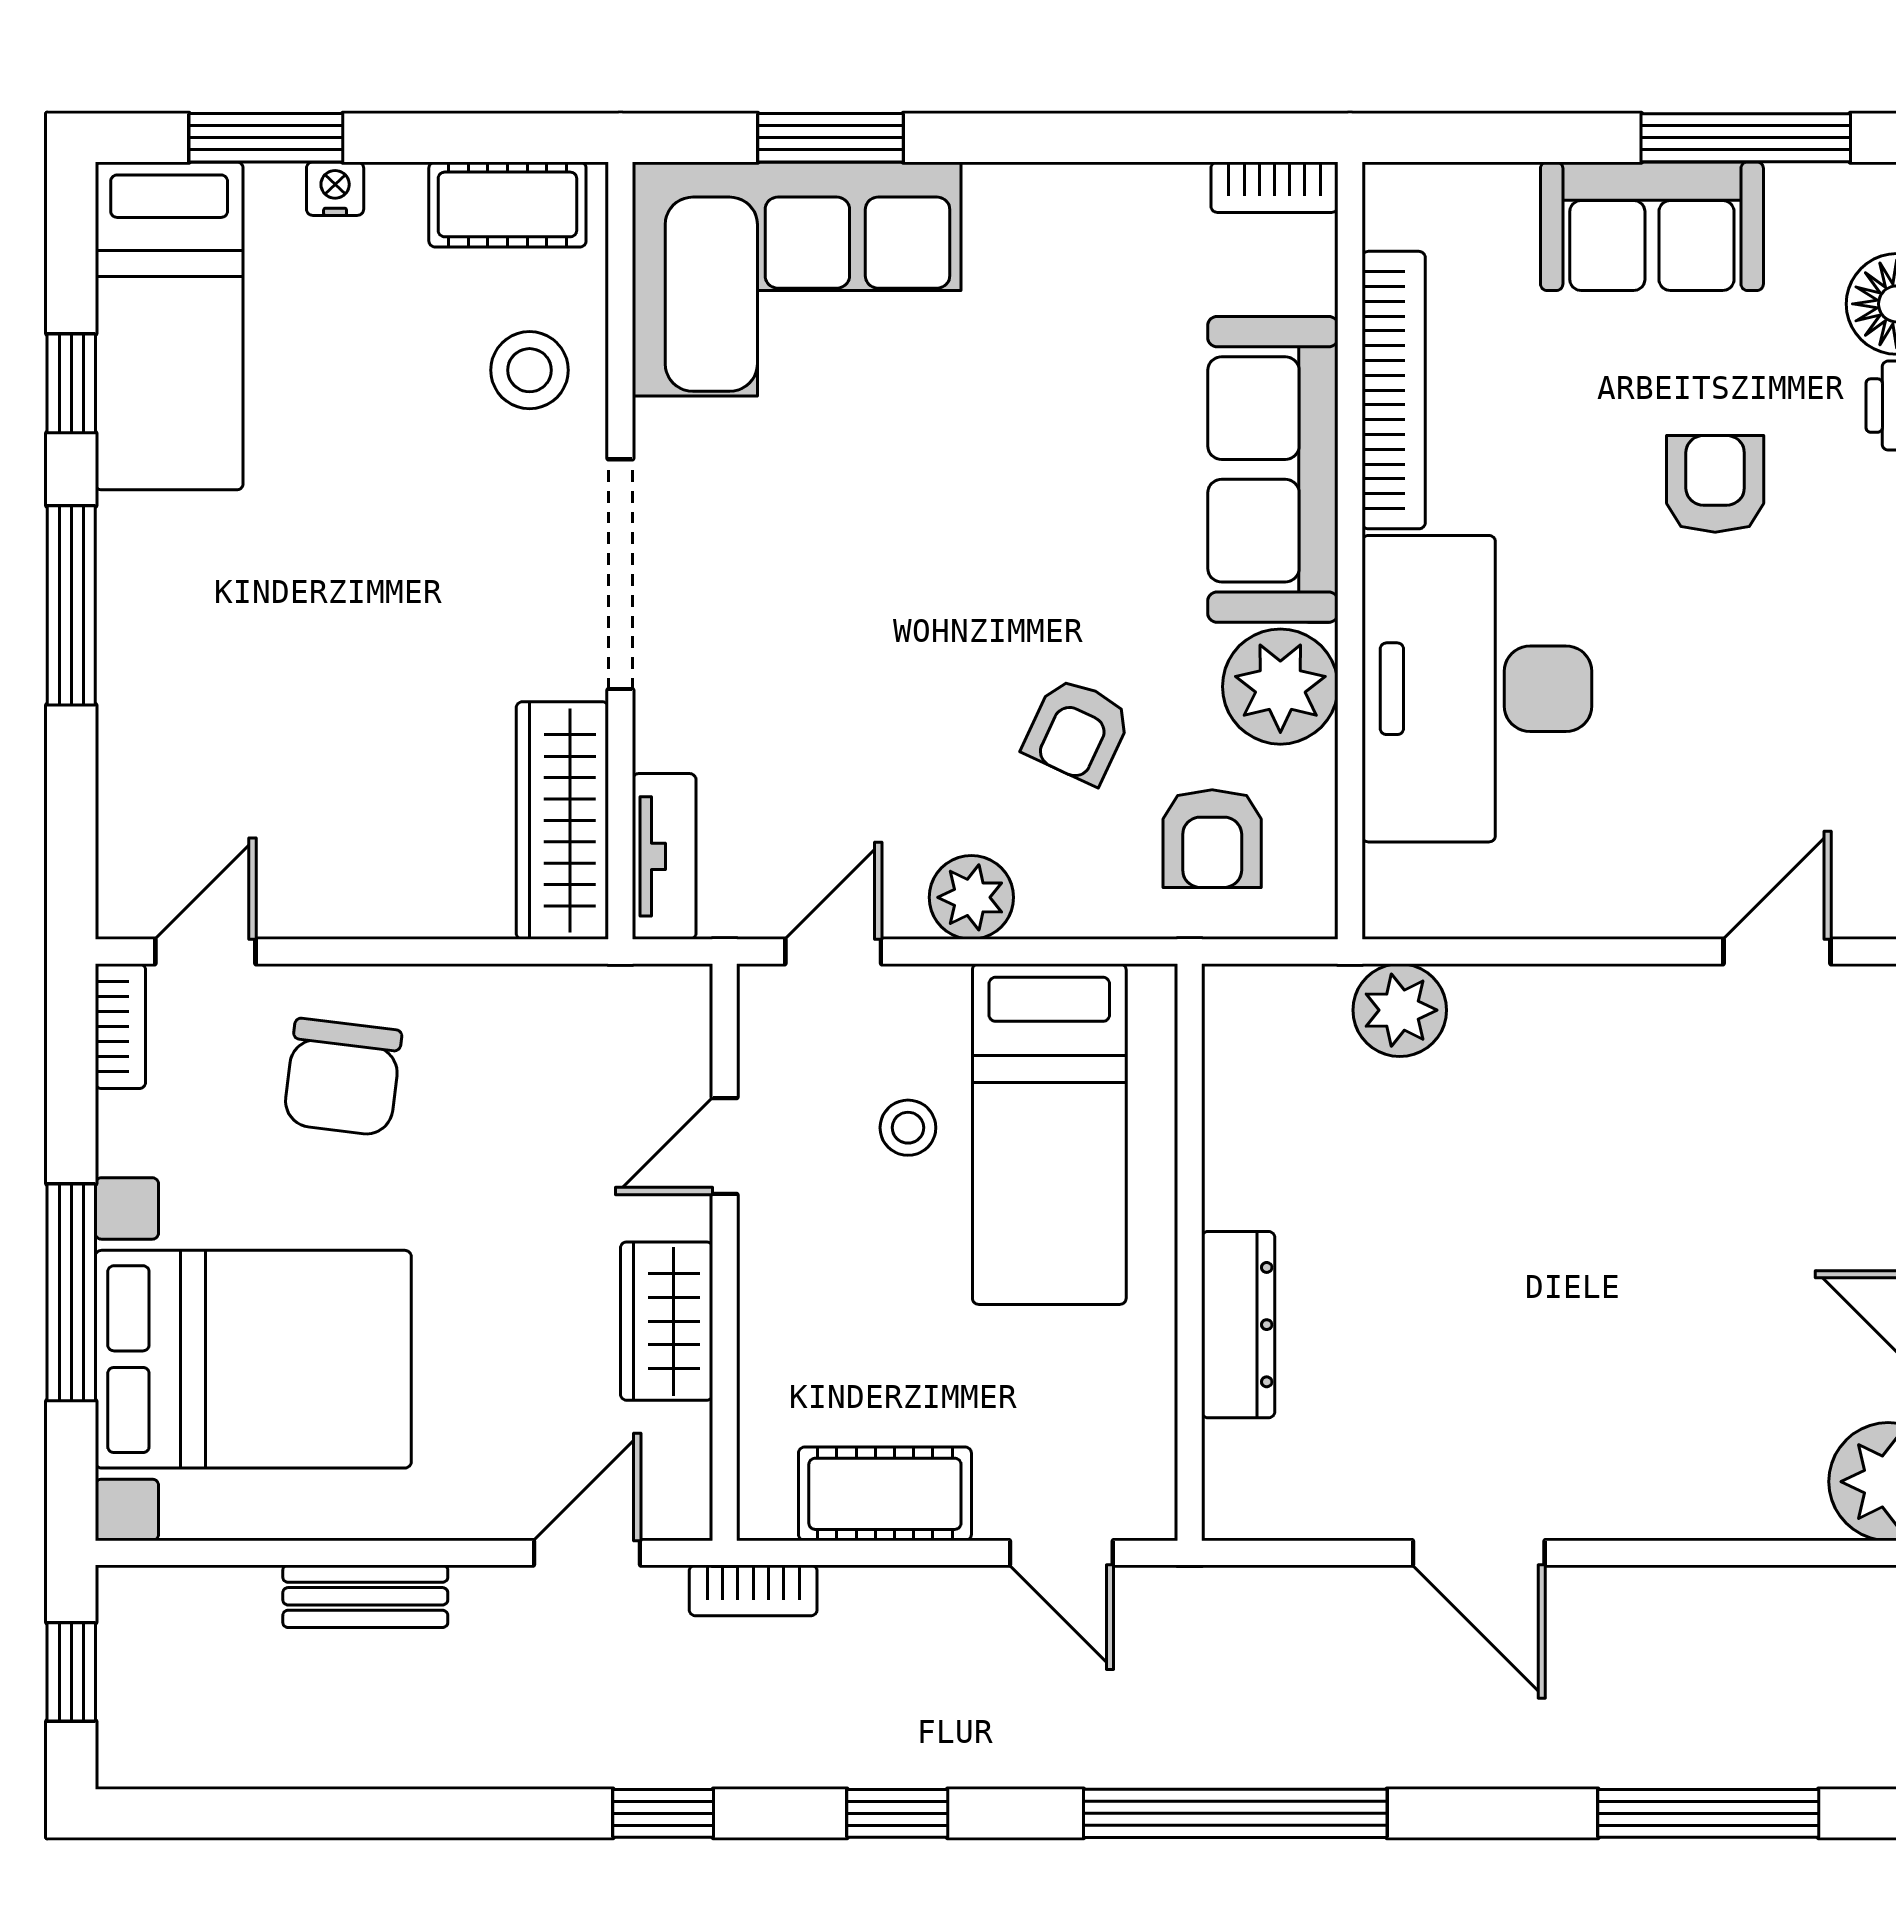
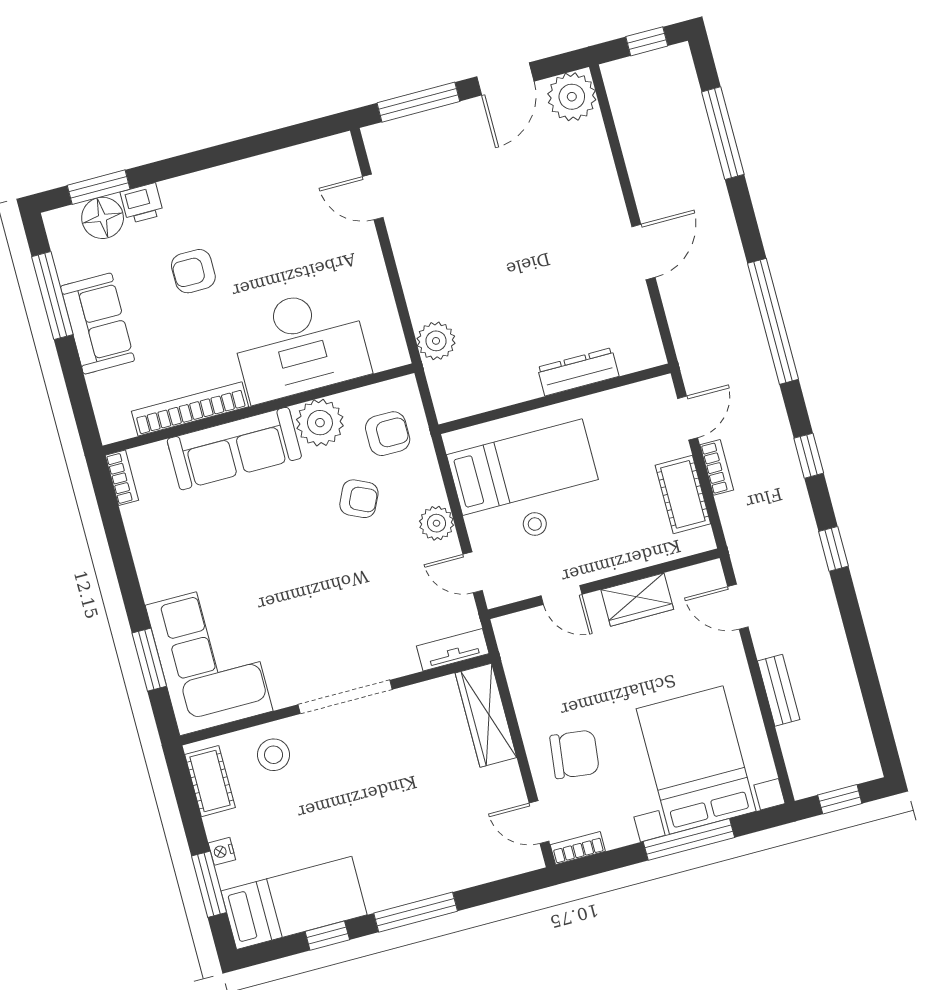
wardrobe: (562, 821) -> (486, 715), moved, turned 90
bookcase: (753, 1590) -> (717, 467), moved

